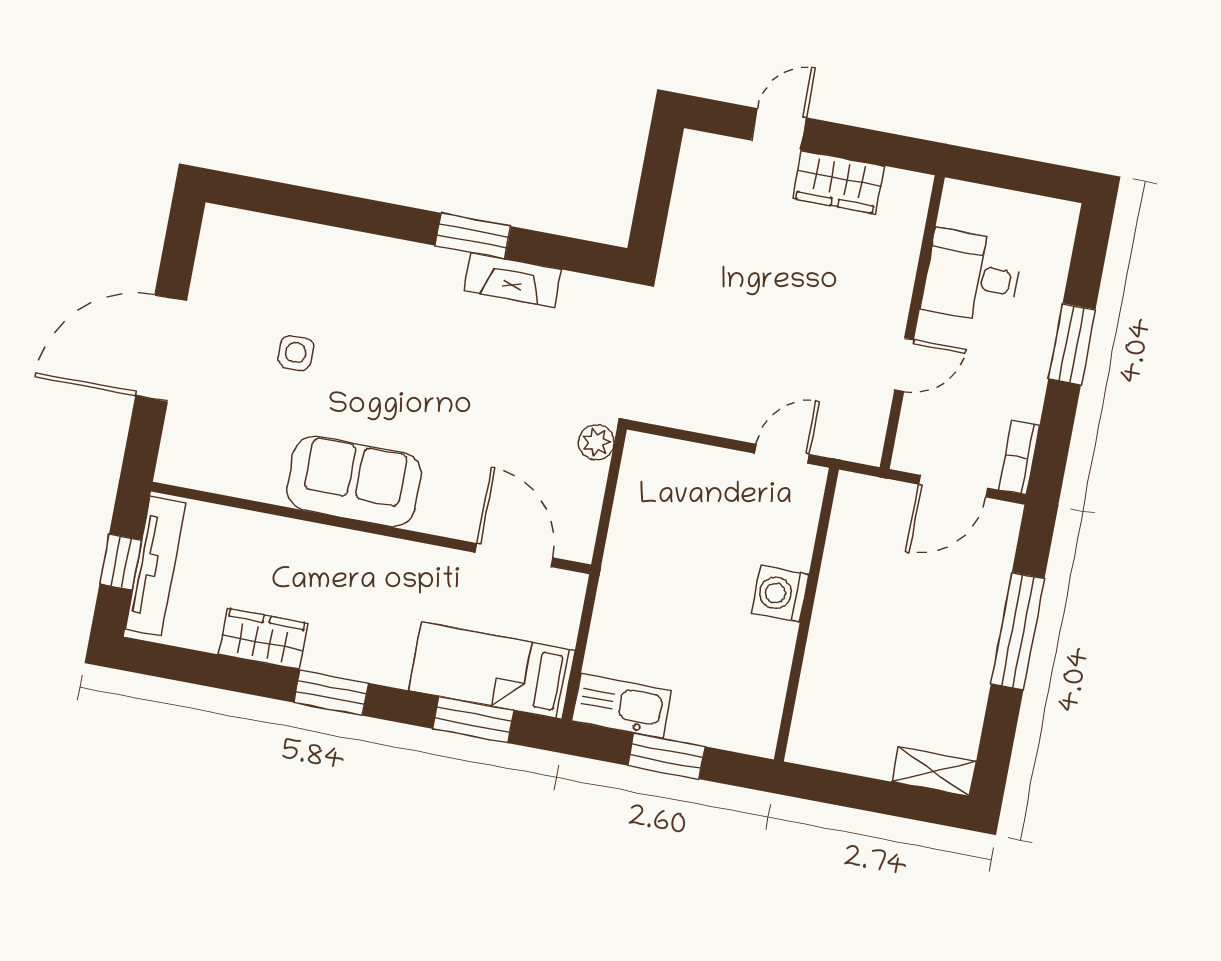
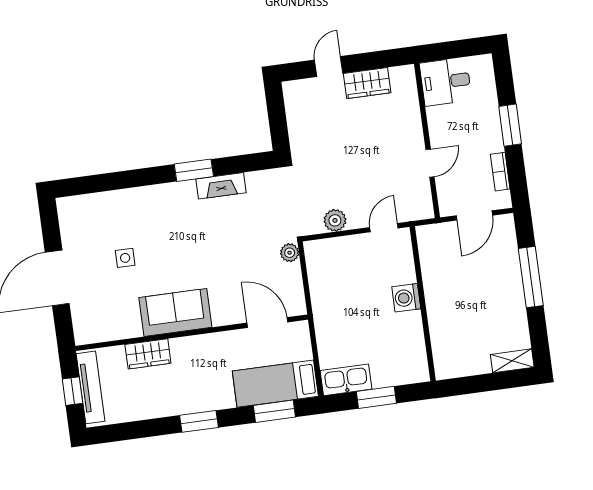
desk: (972, 276) -> (446, 82), moved
plant: (698, 411) -> (335, 220), added
bookcase: (1019, 458) -> (500, 172), moved
wardrobe: (263, 639) -> (148, 354), moved, turned 180

